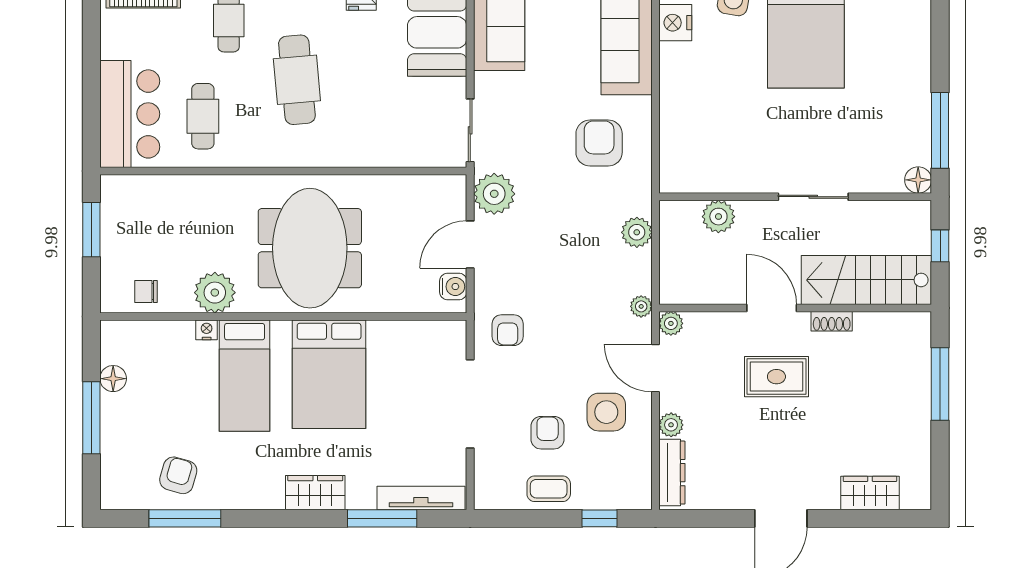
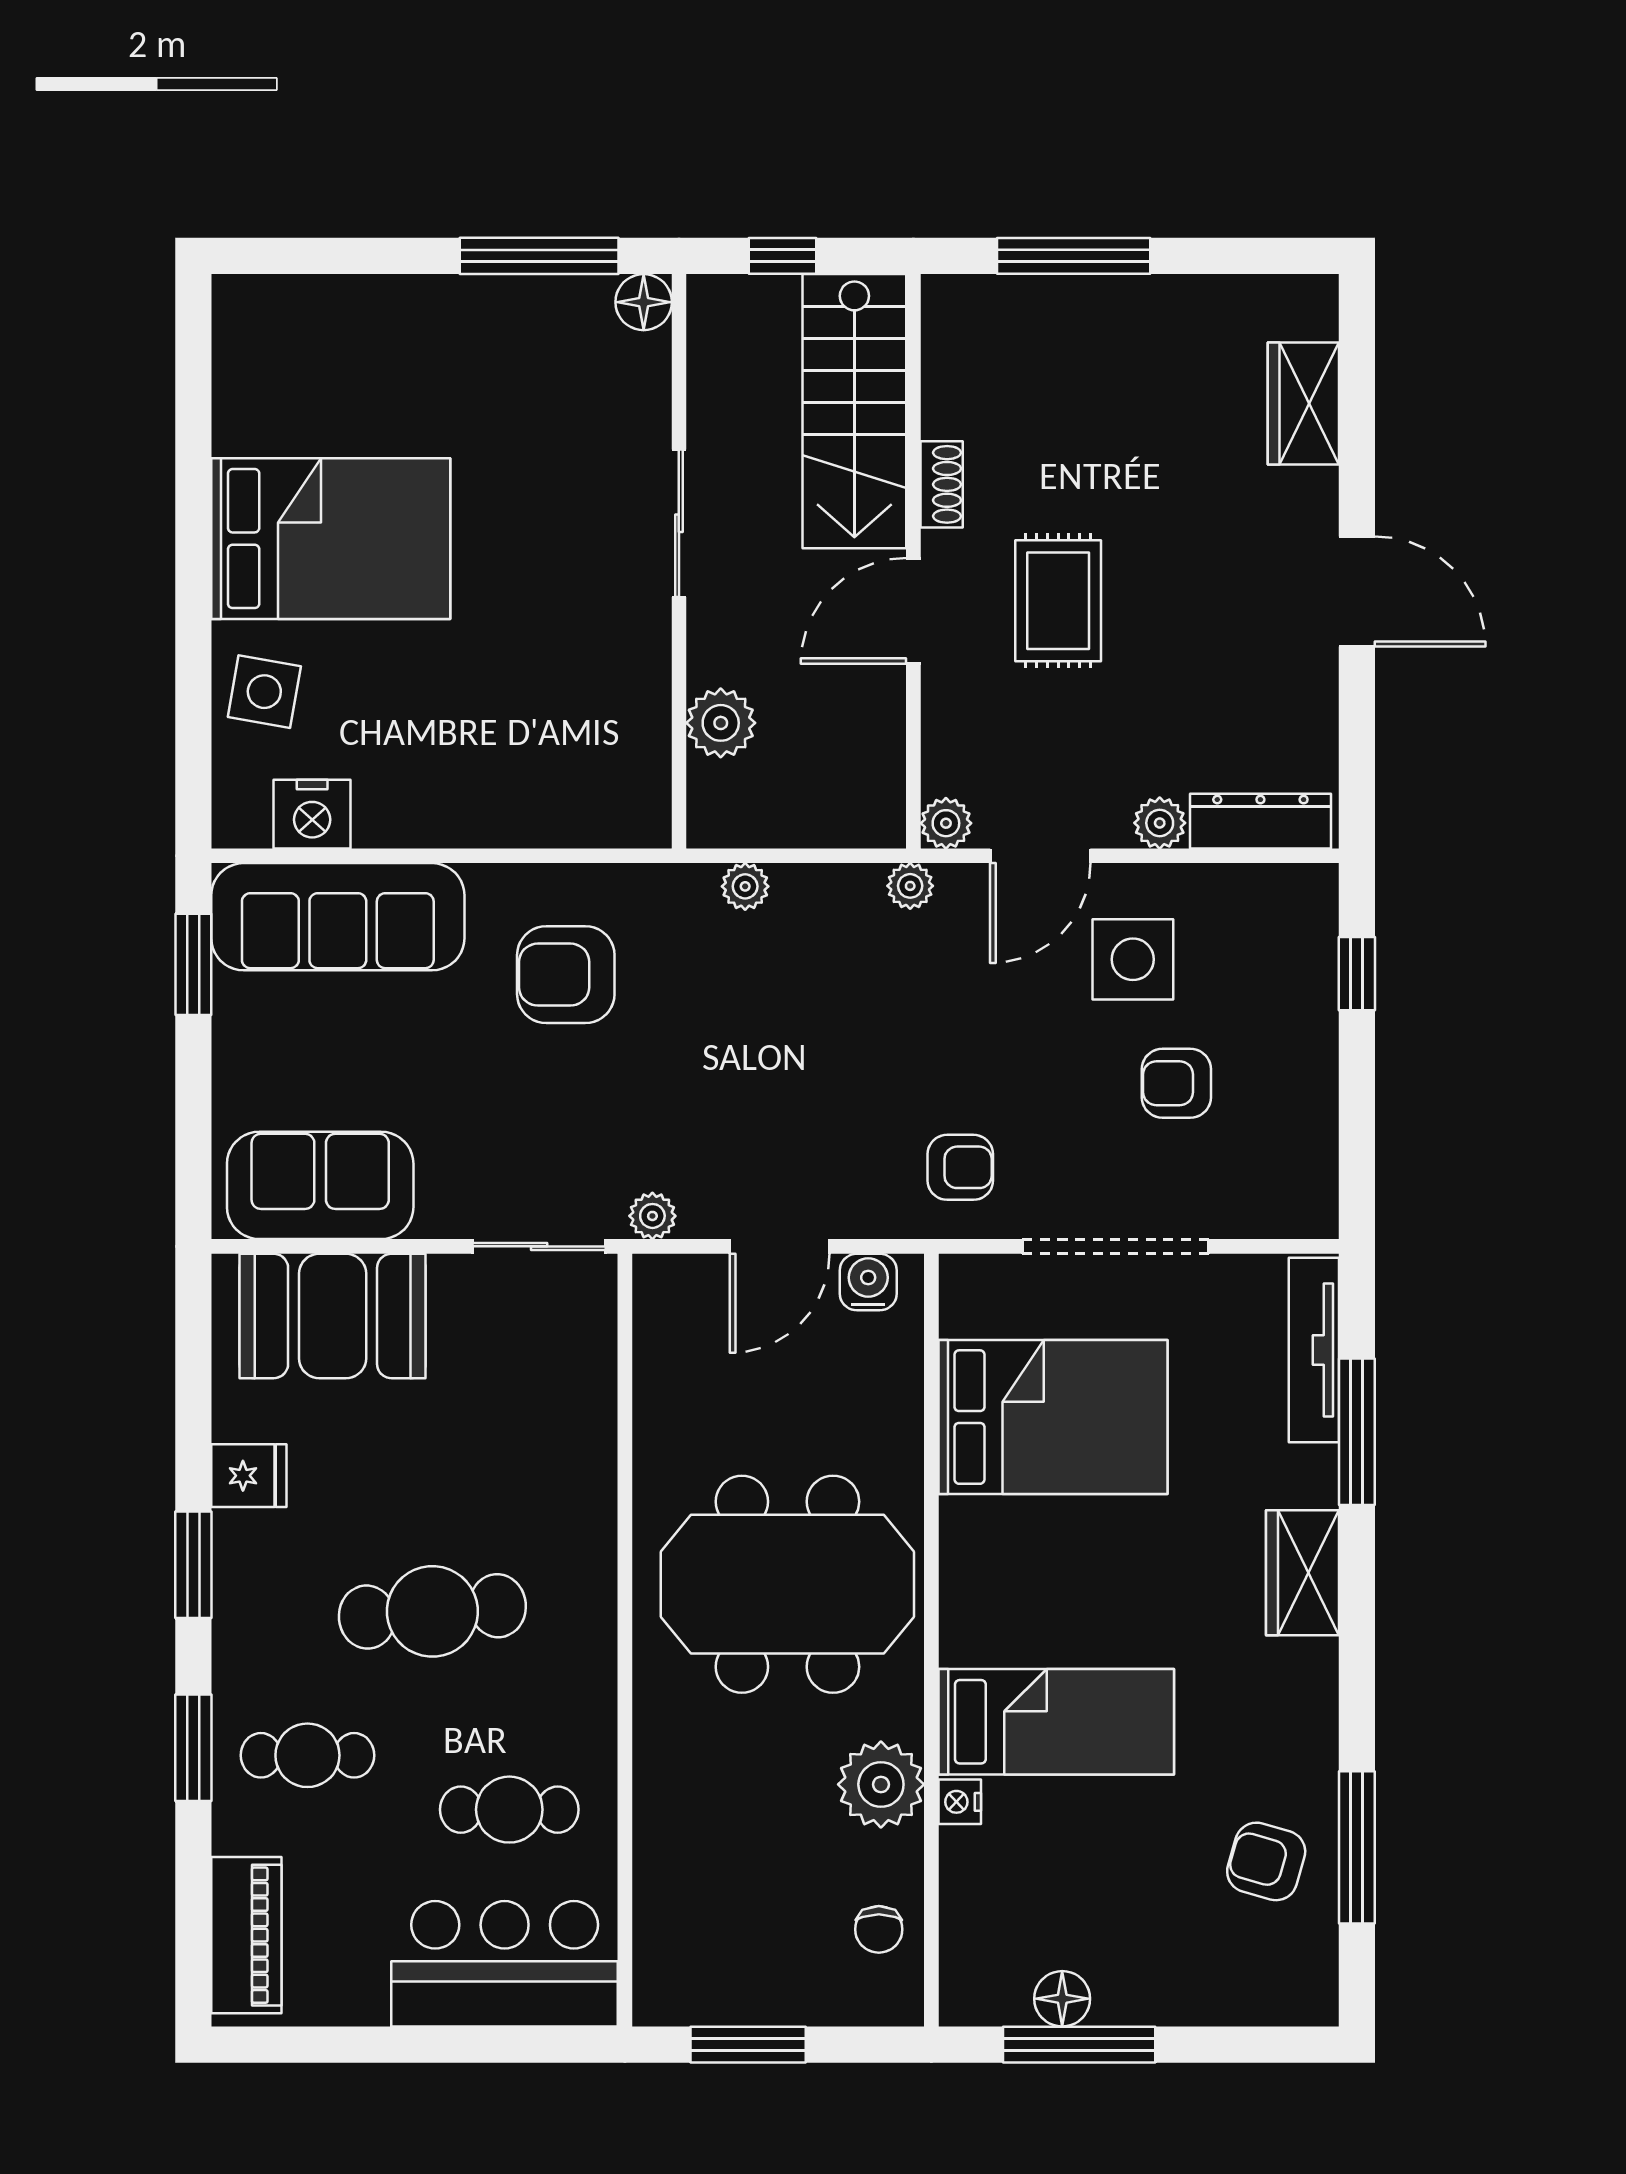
plant: (494, 194) -> (652, 1216), width x0.53, depth x0.53
plant: (637, 232) -> (745, 886), width x0.73, depth x0.73
door: (470, 244) -> (780, 1246), hinge flipped
bed: (329, 374) -> (1053, 1417), moved
window: (91, 418) -> (1079, 2045), moved
coffee table: (549, 489) -> (1294, 1081), removed

